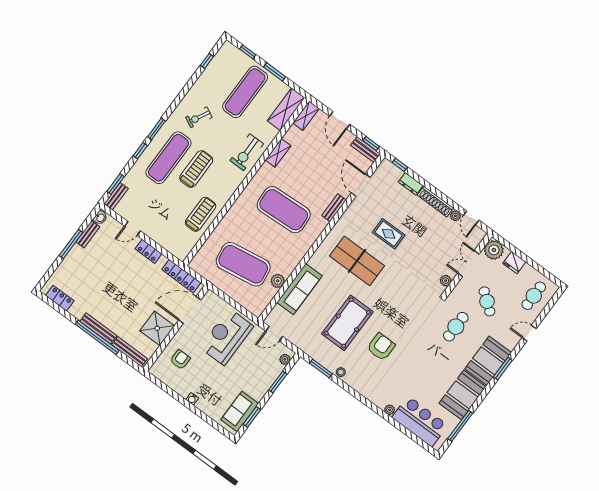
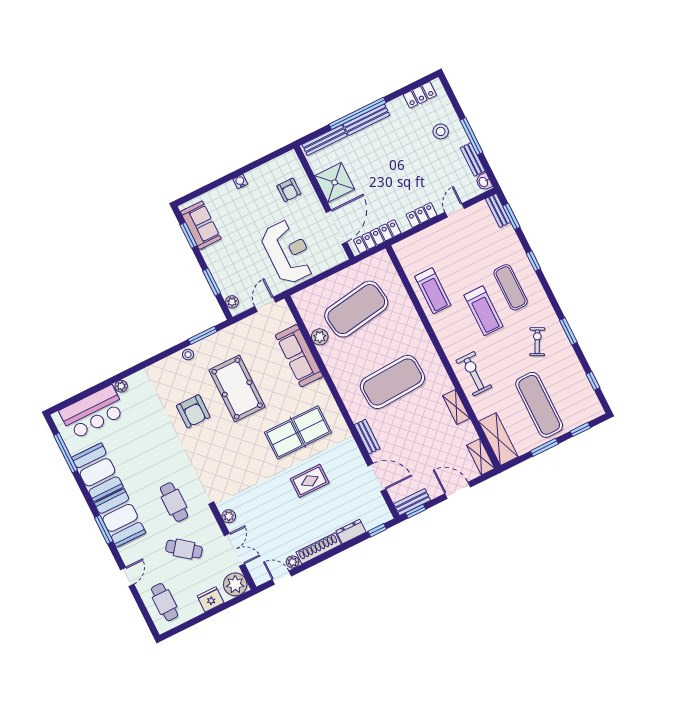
window: (156, 129) -> (568, 331), moved
exercise mat: (169, 158) -> (511, 287), width x0.73, depth x0.69
stool: (79, 269) -> (441, 131), added

